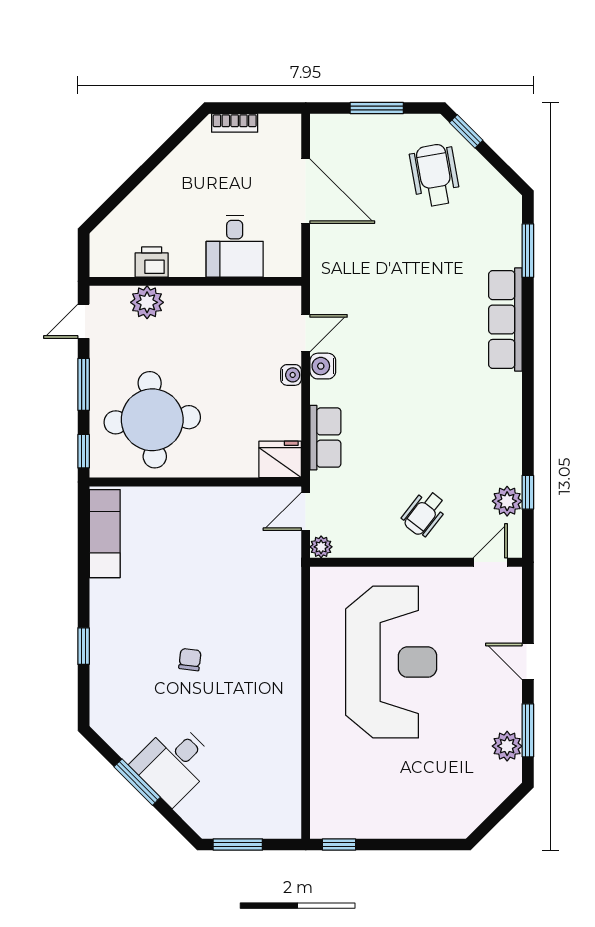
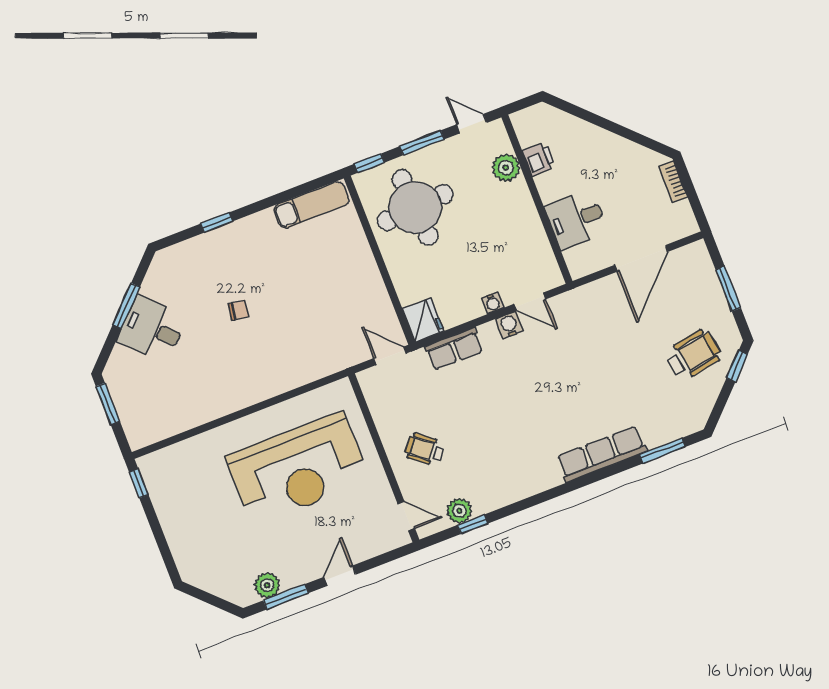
plant: (321, 547) -> (367, 379), removed

